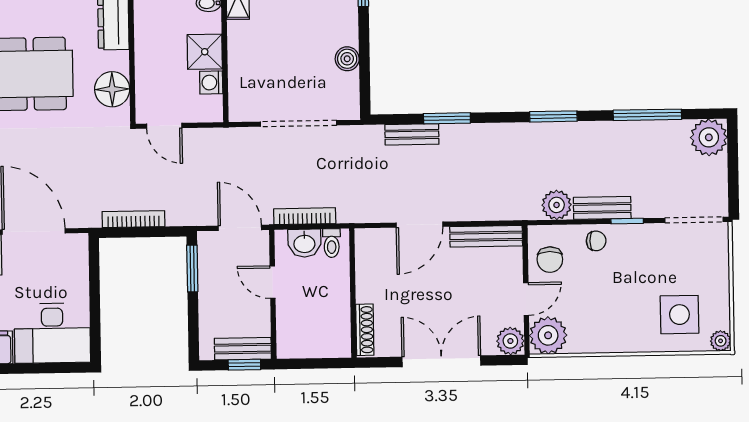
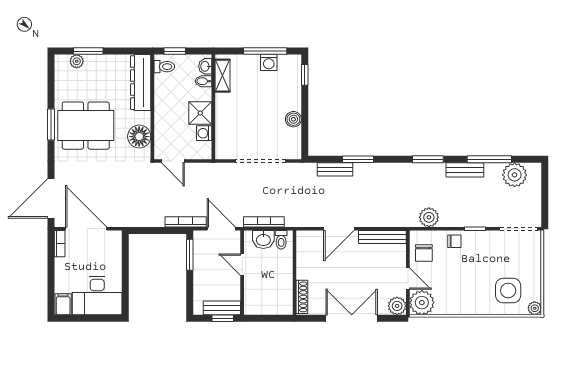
plant: (709, 137) -> (515, 175), moved
bench: (602, 208) -> (465, 170), moved
bookcase: (133, 219) -> (186, 222), moved
door: (526, 299) -> (408, 279), hinge flipped

